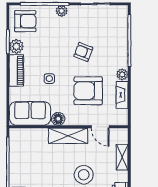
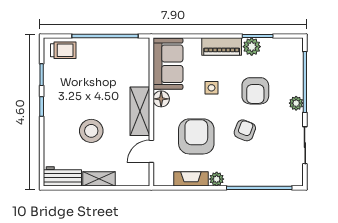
armchair: (25, 21) -> (255, 91), moved
shelving: (122, 157) -> (99, 179), moved

